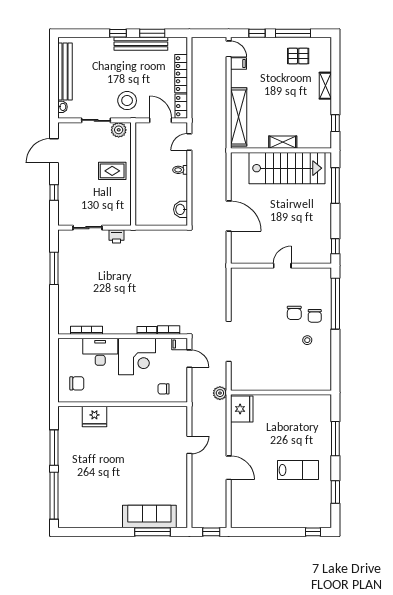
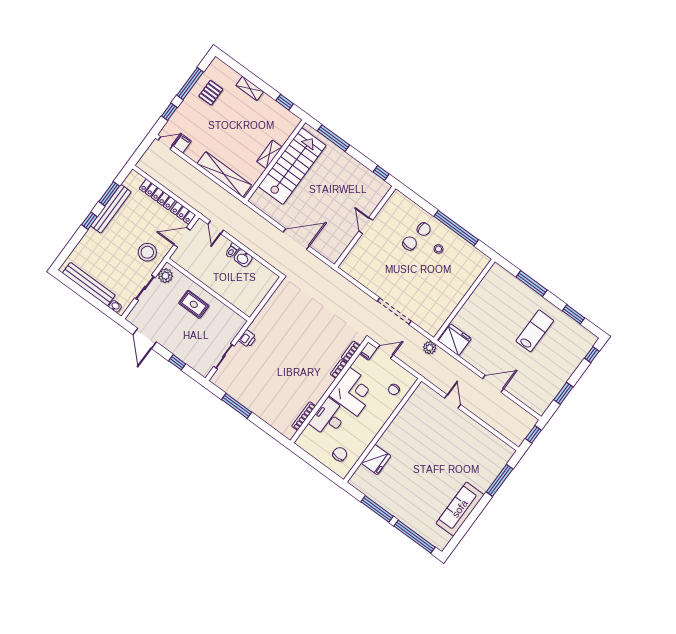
rug: (112, 171) -> (194, 304), turned 90
washbasin: (181, 209) -> (243, 258), moved
window: (335, 304) -> (456, 228), moved
chair: (294, 313) -> (410, 243), turned -88
sofa: (149, 517) -> (460, 509), moved
window: (264, 532) -> (563, 393), added

